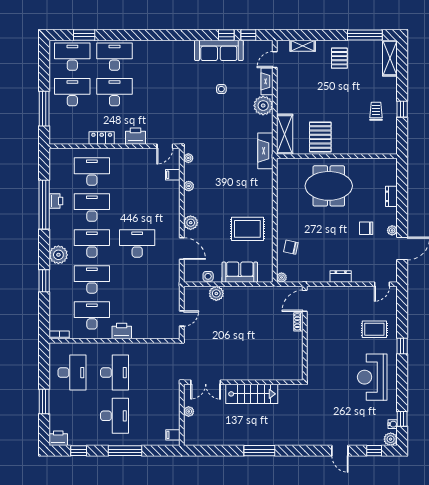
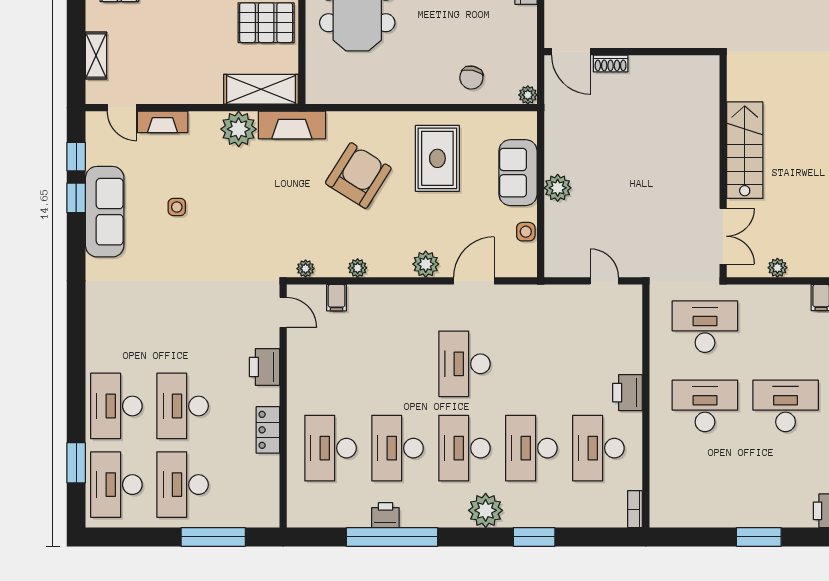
plant: (263, 106) -> (239, 129), moved
armchair: (238, 186) -> (358, 176), added
plant: (216, 293) -> (558, 188), moved
desk: (72, 373) -> (705, 327), moved

